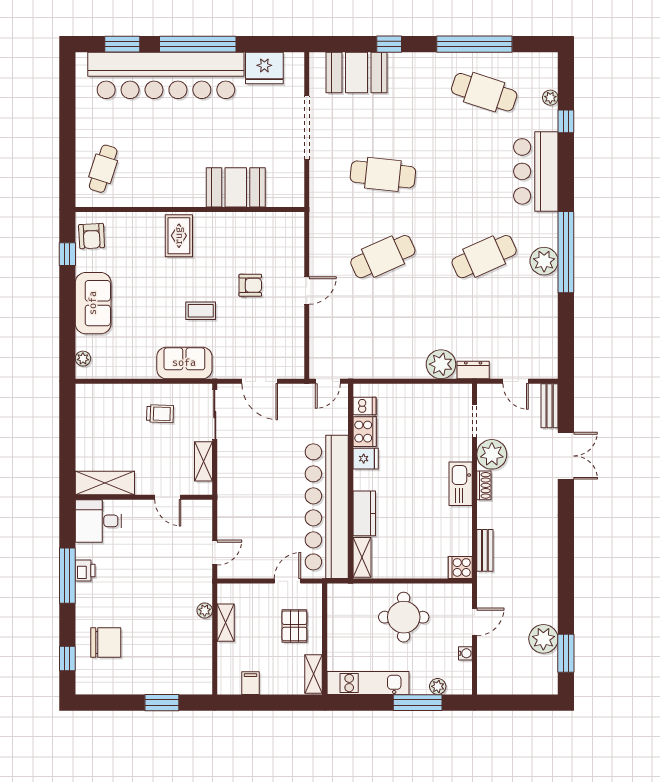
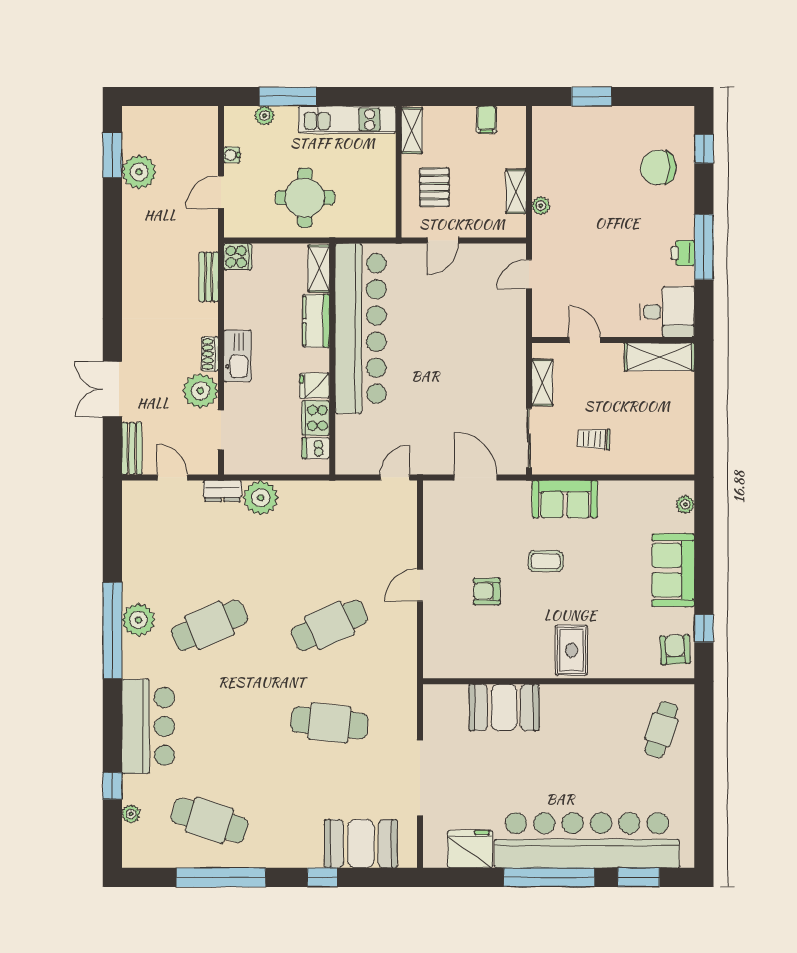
dishwasher: (364, 406) -> (316, 448), moved
cooker: (365, 432) -> (316, 418), moved
fridge: (366, 459) -> (315, 386), moved
wall: (351, 481) -> (332, 359), moved
bar counter: (327, 507) -> (361, 329), moved
kitchen counter: (364, 513) -> (316, 321), moved
shelving: (362, 557) -> (319, 269), moved

